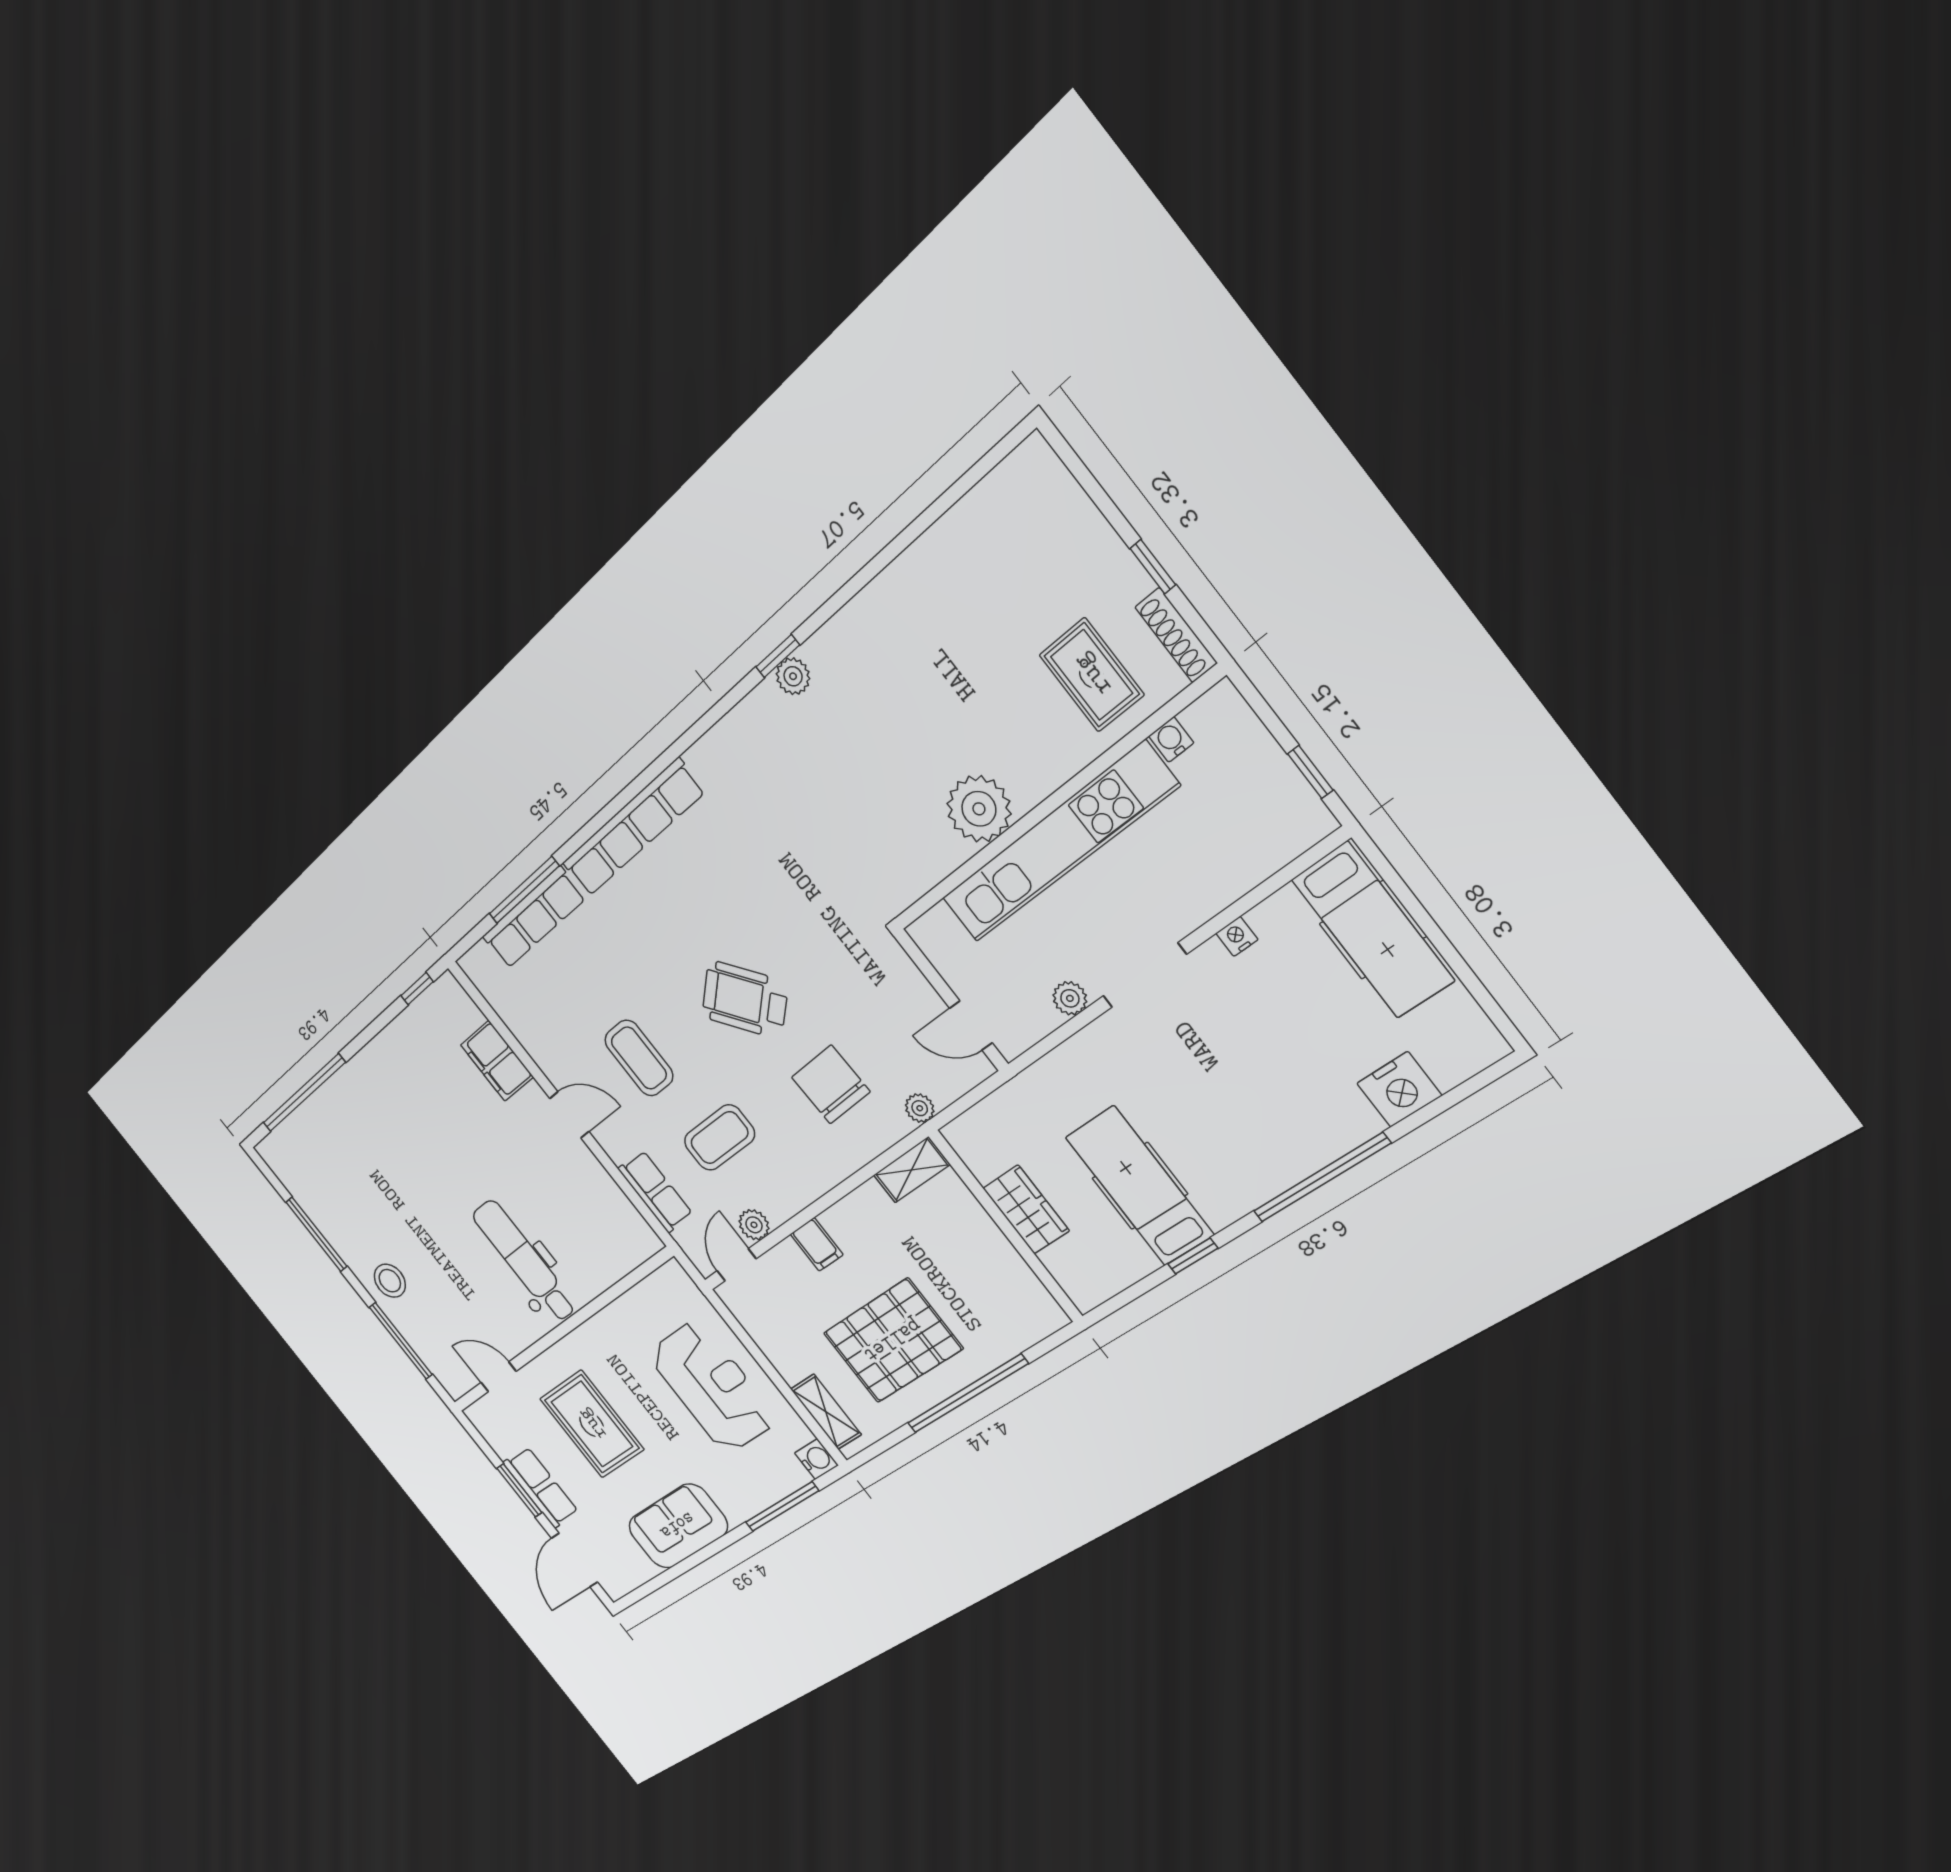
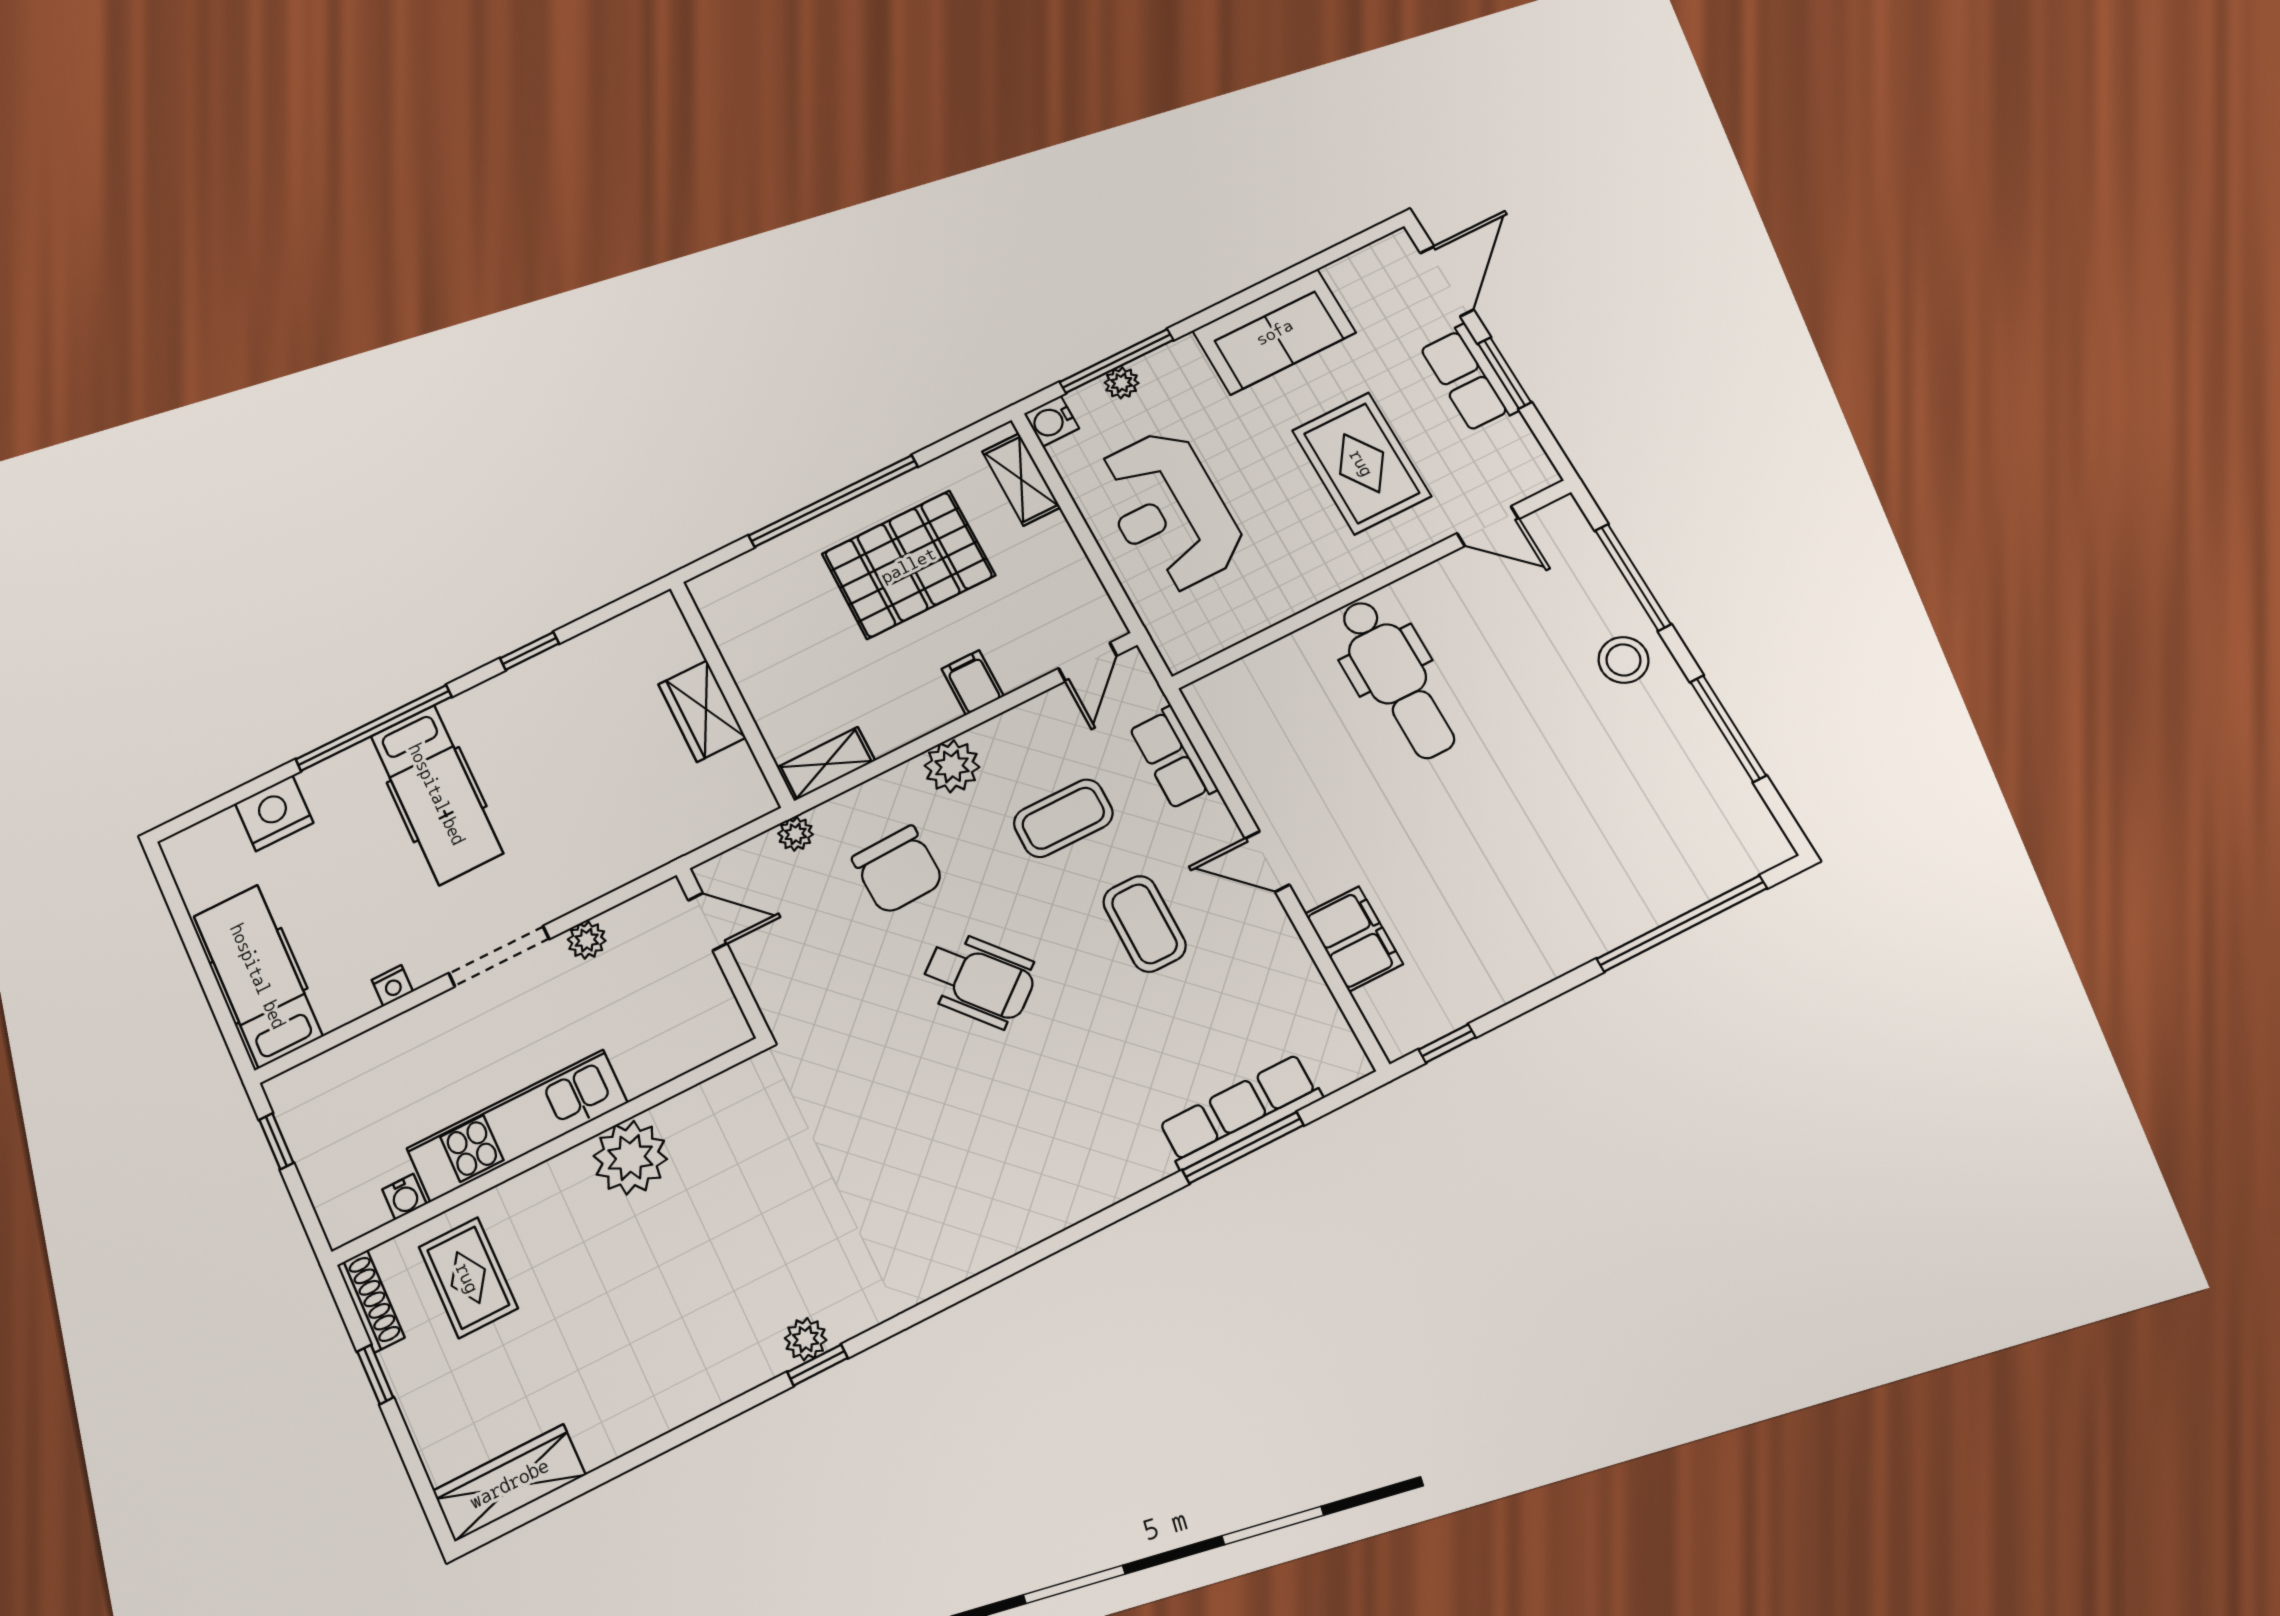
wardrobe: (1003, 494) -> (509, 1483), added
row of seats: (633, 828) -> (1066, 1201), removed
kitchen unit: (1058, 843) -> (517, 1126), width x0.73
hospital bed: (1140, 1186) -> (437, 794), moved
plant: (754, 1225) -> (952, 766), moved, width x1.38, depth x1.38
plant: (774, 1489) -> (1122, 383), added

